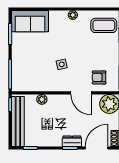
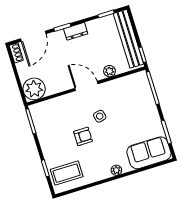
plant: (73, 15) -> (116, 170), moved
armchair: (99, 77) -> (83, 136), moved
door: (81, 93) -> (86, 86), moved
dresser: (72, 141) -> (76, 31), moved

